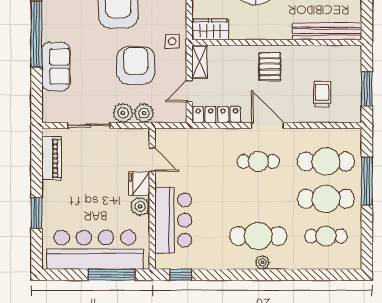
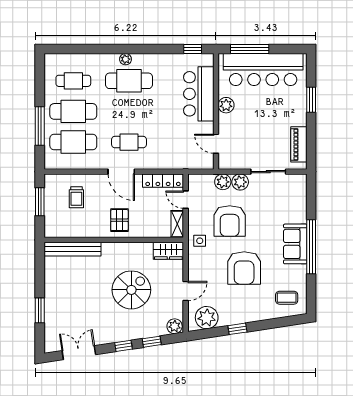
sofa: (56, 66) -> (295, 244), moved
door: (189, 91) -> (186, 200), swing flipped
fridge: (139, 183) -> (227, 124), removed

